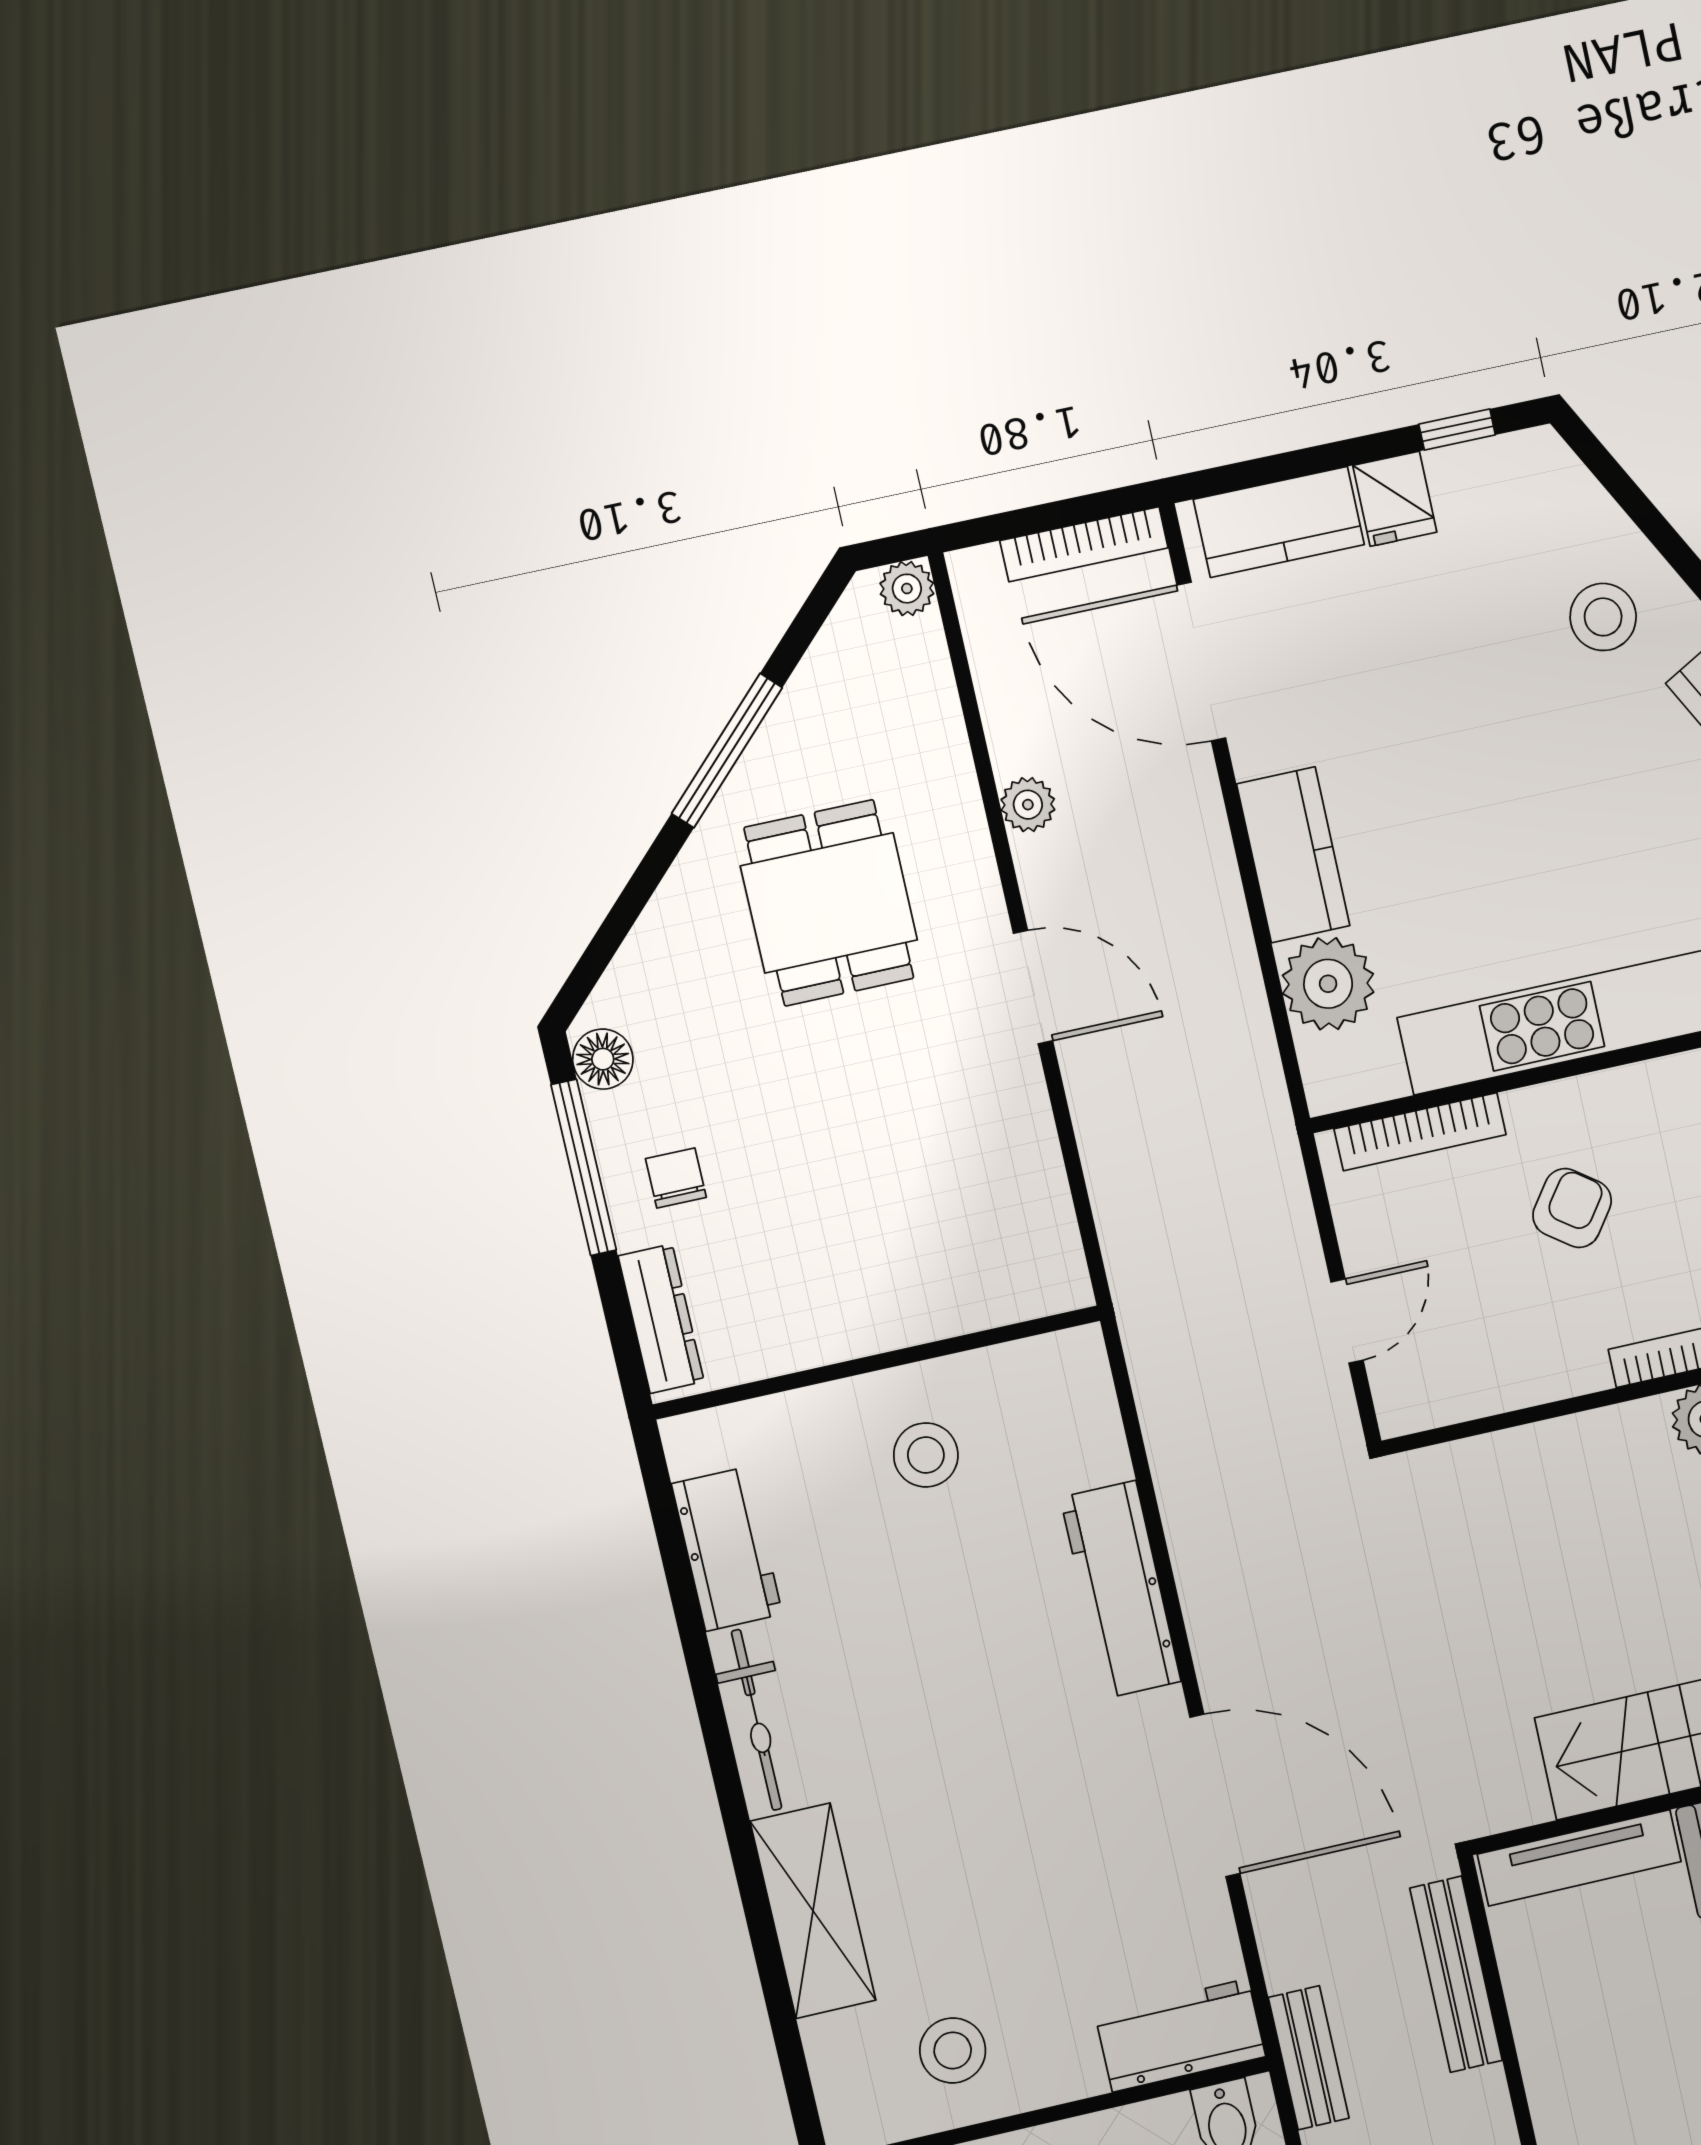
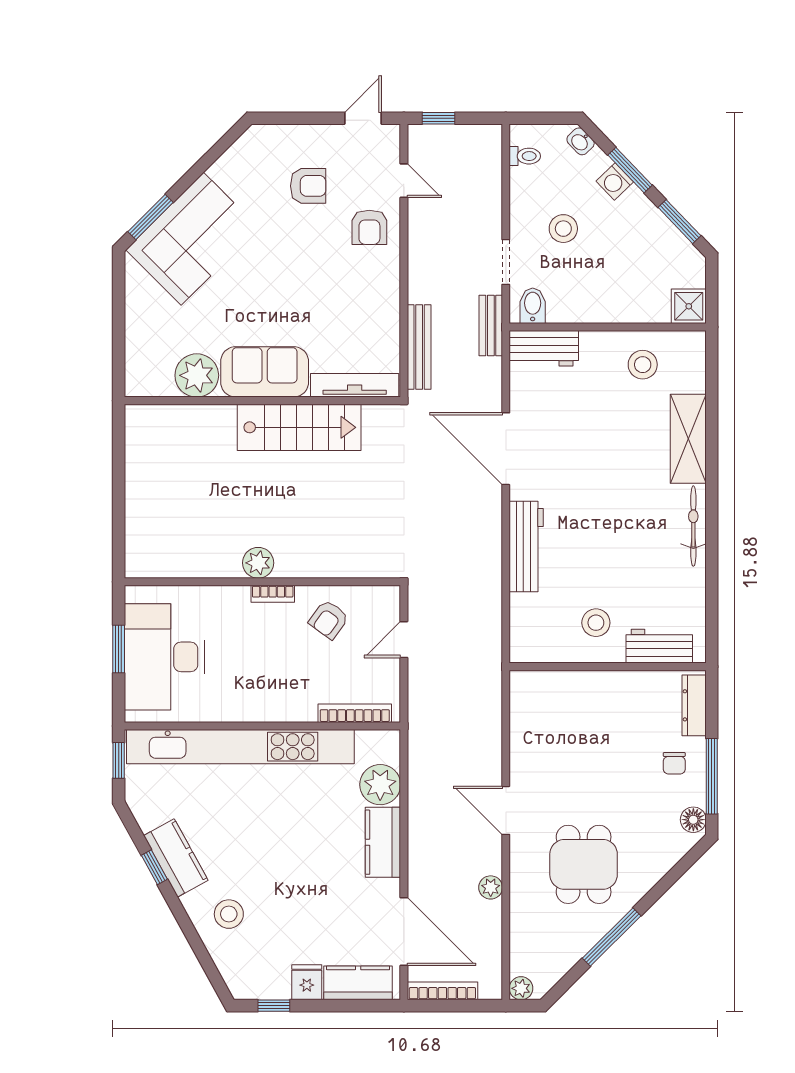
armchair: (1572, 1208) -> (329, 620), moved
workbench: (727, 1549) -> (659, 646), moved, turned 90

